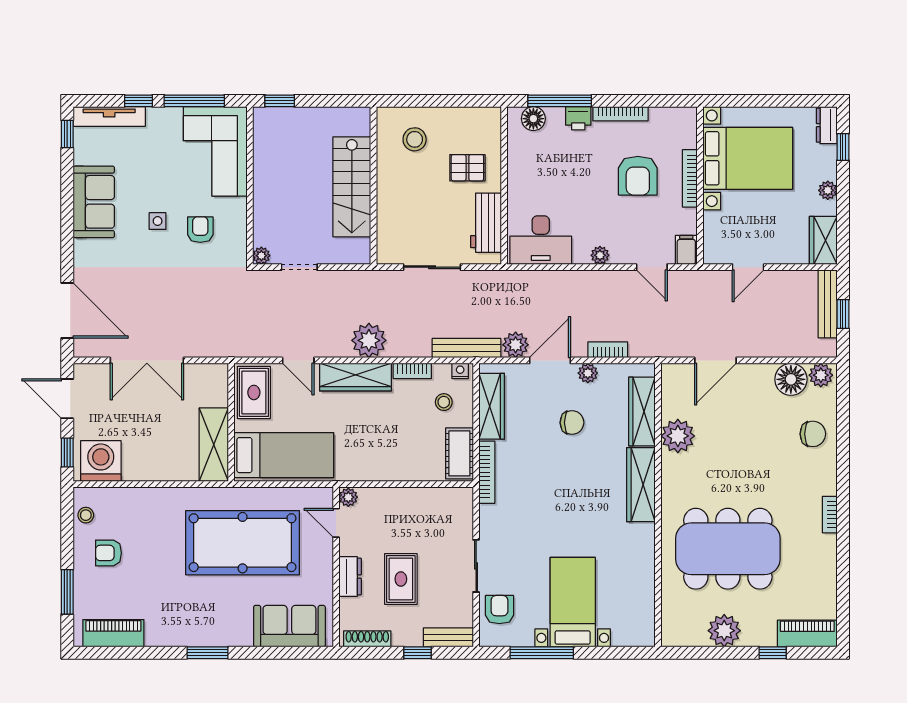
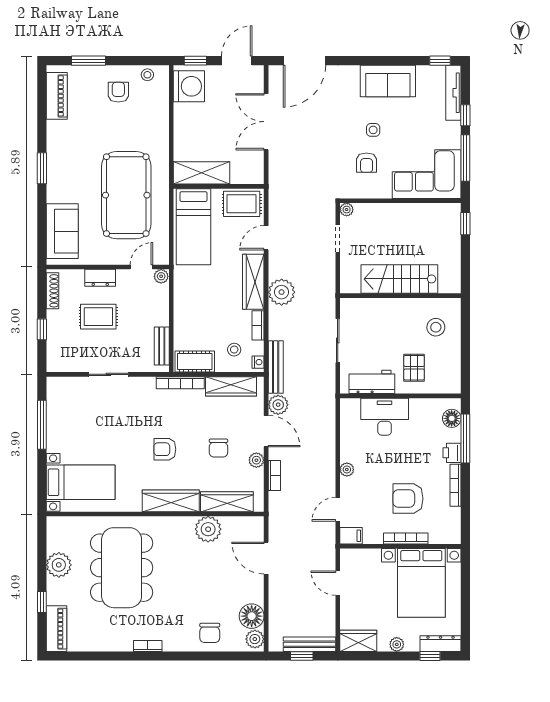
dresser: (827, 125) -> (441, 644), width x1.44
armchair: (200, 230) -> (367, 163), turned 90
desk: (541, 240) -> (385, 417), moved, turned 90
bed with nightstands: (573, 602) -> (81, 482), moved
armchair: (499, 610) -> (165, 449), moved, turned 180
bench: (448, 637) -> (162, 346), moved

